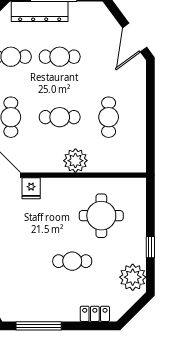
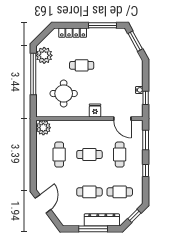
plant: (75, 161) -> (43, 128), moved
fridge: (31, 188) -> (95, 110), moved
window: (150, 247) -> (33, 74), width x3.17
locker: (95, 314) -> (73, 33), width x1.53

